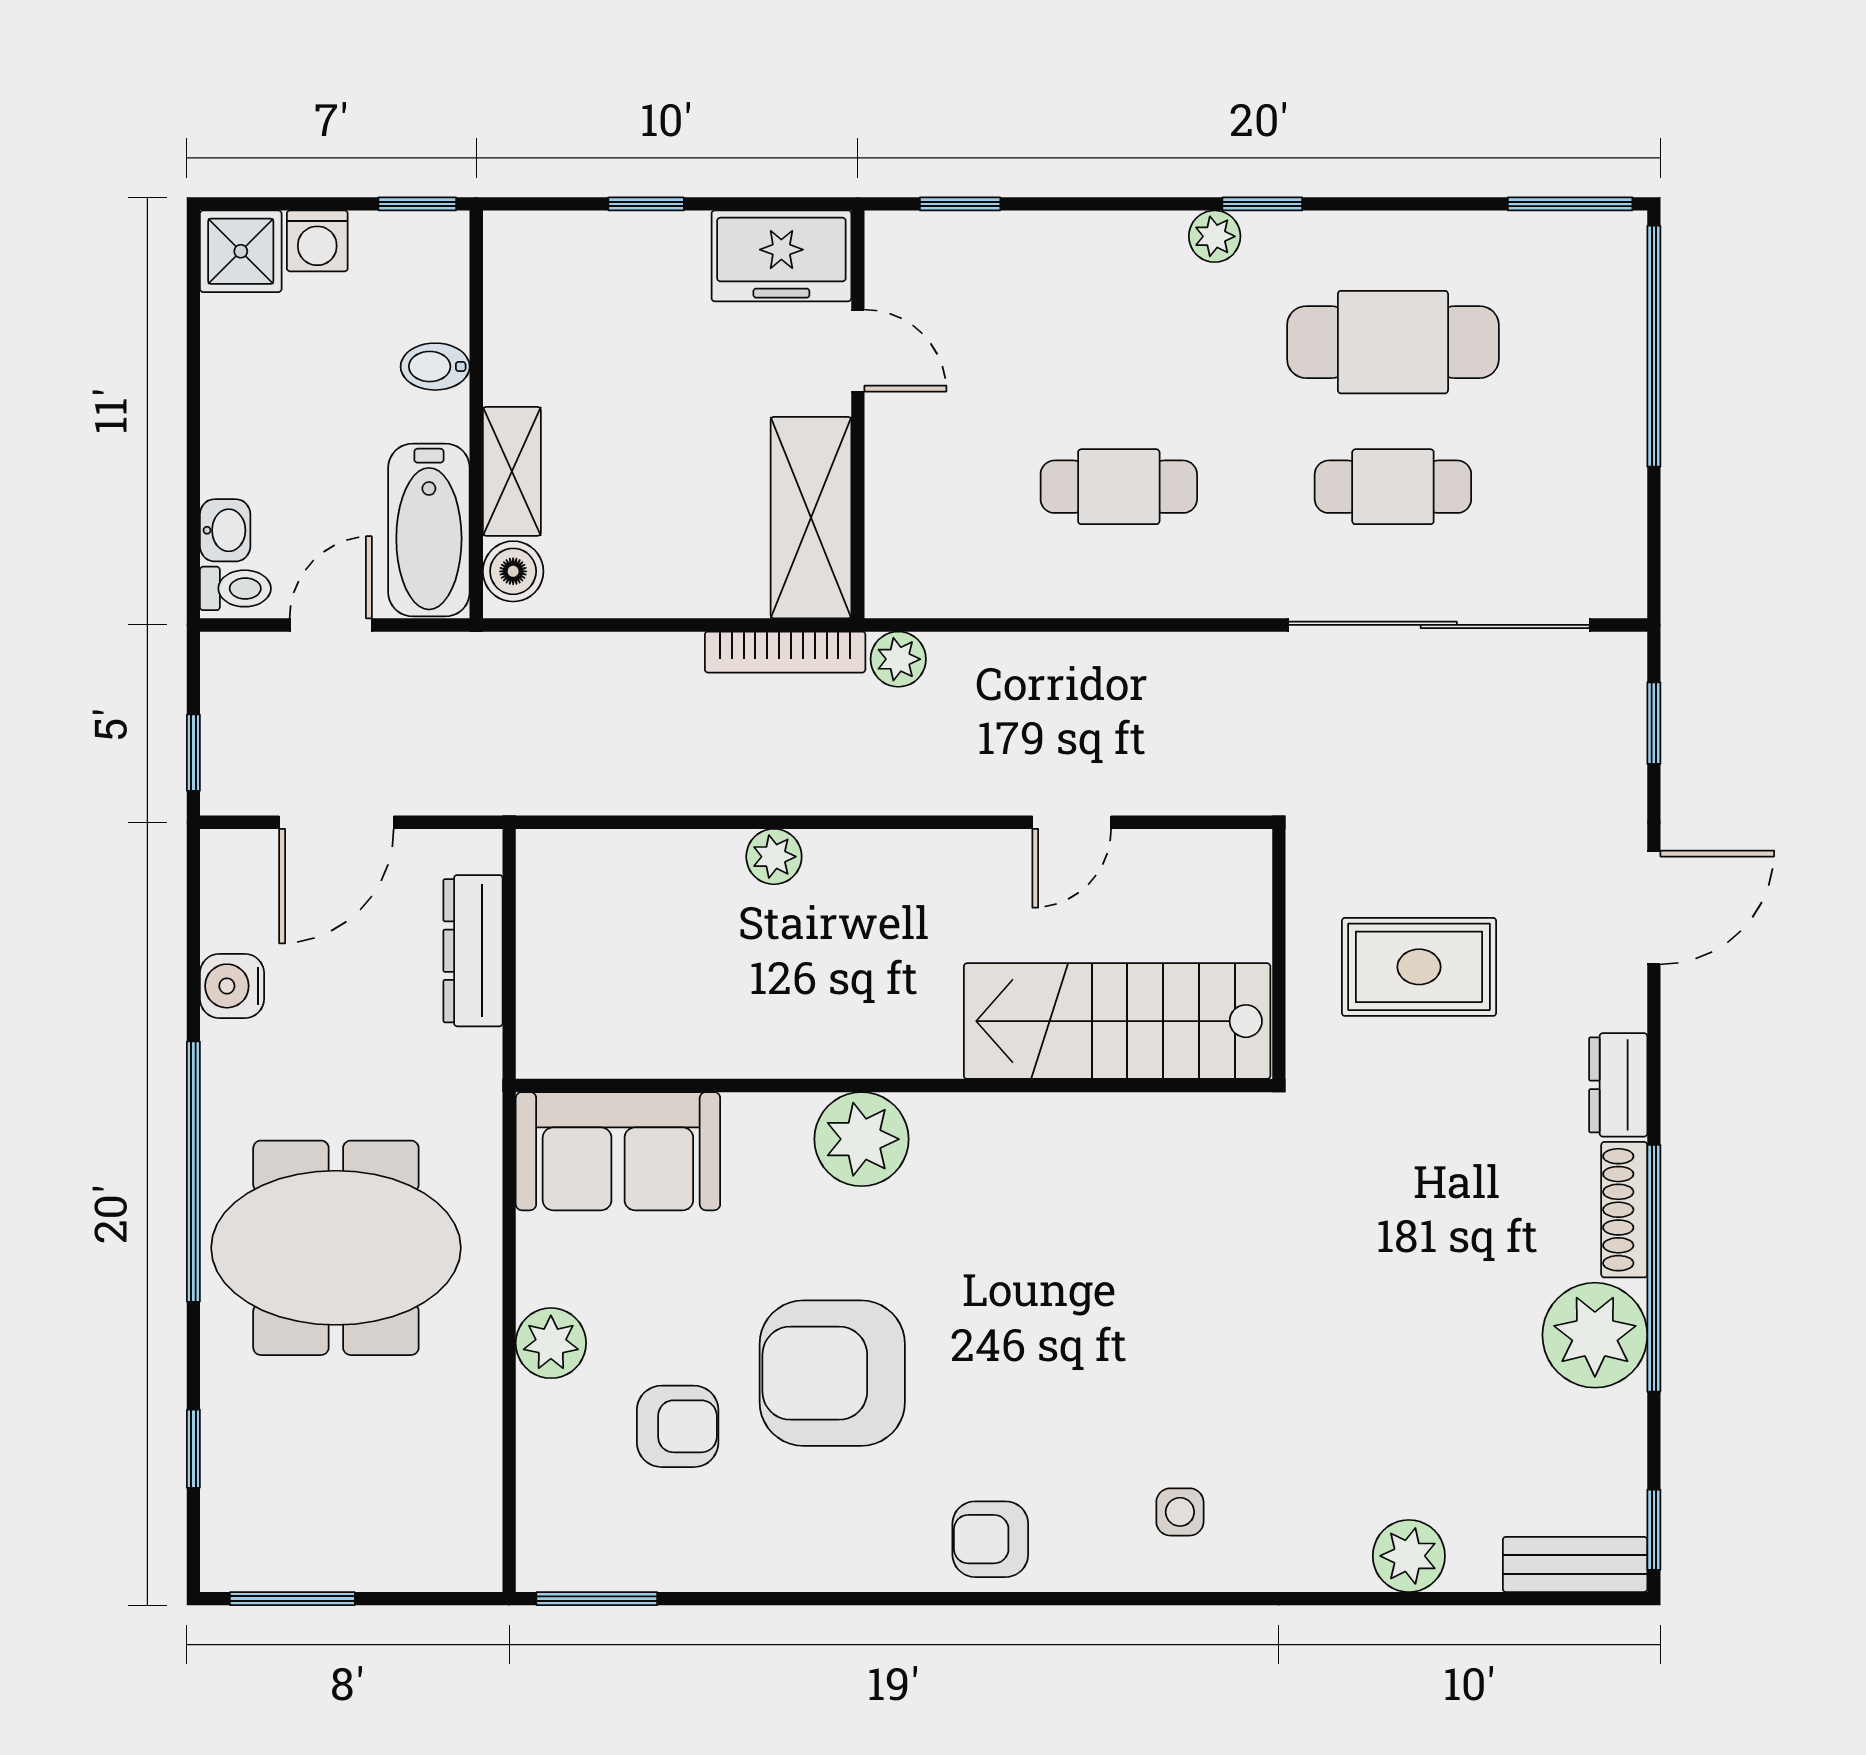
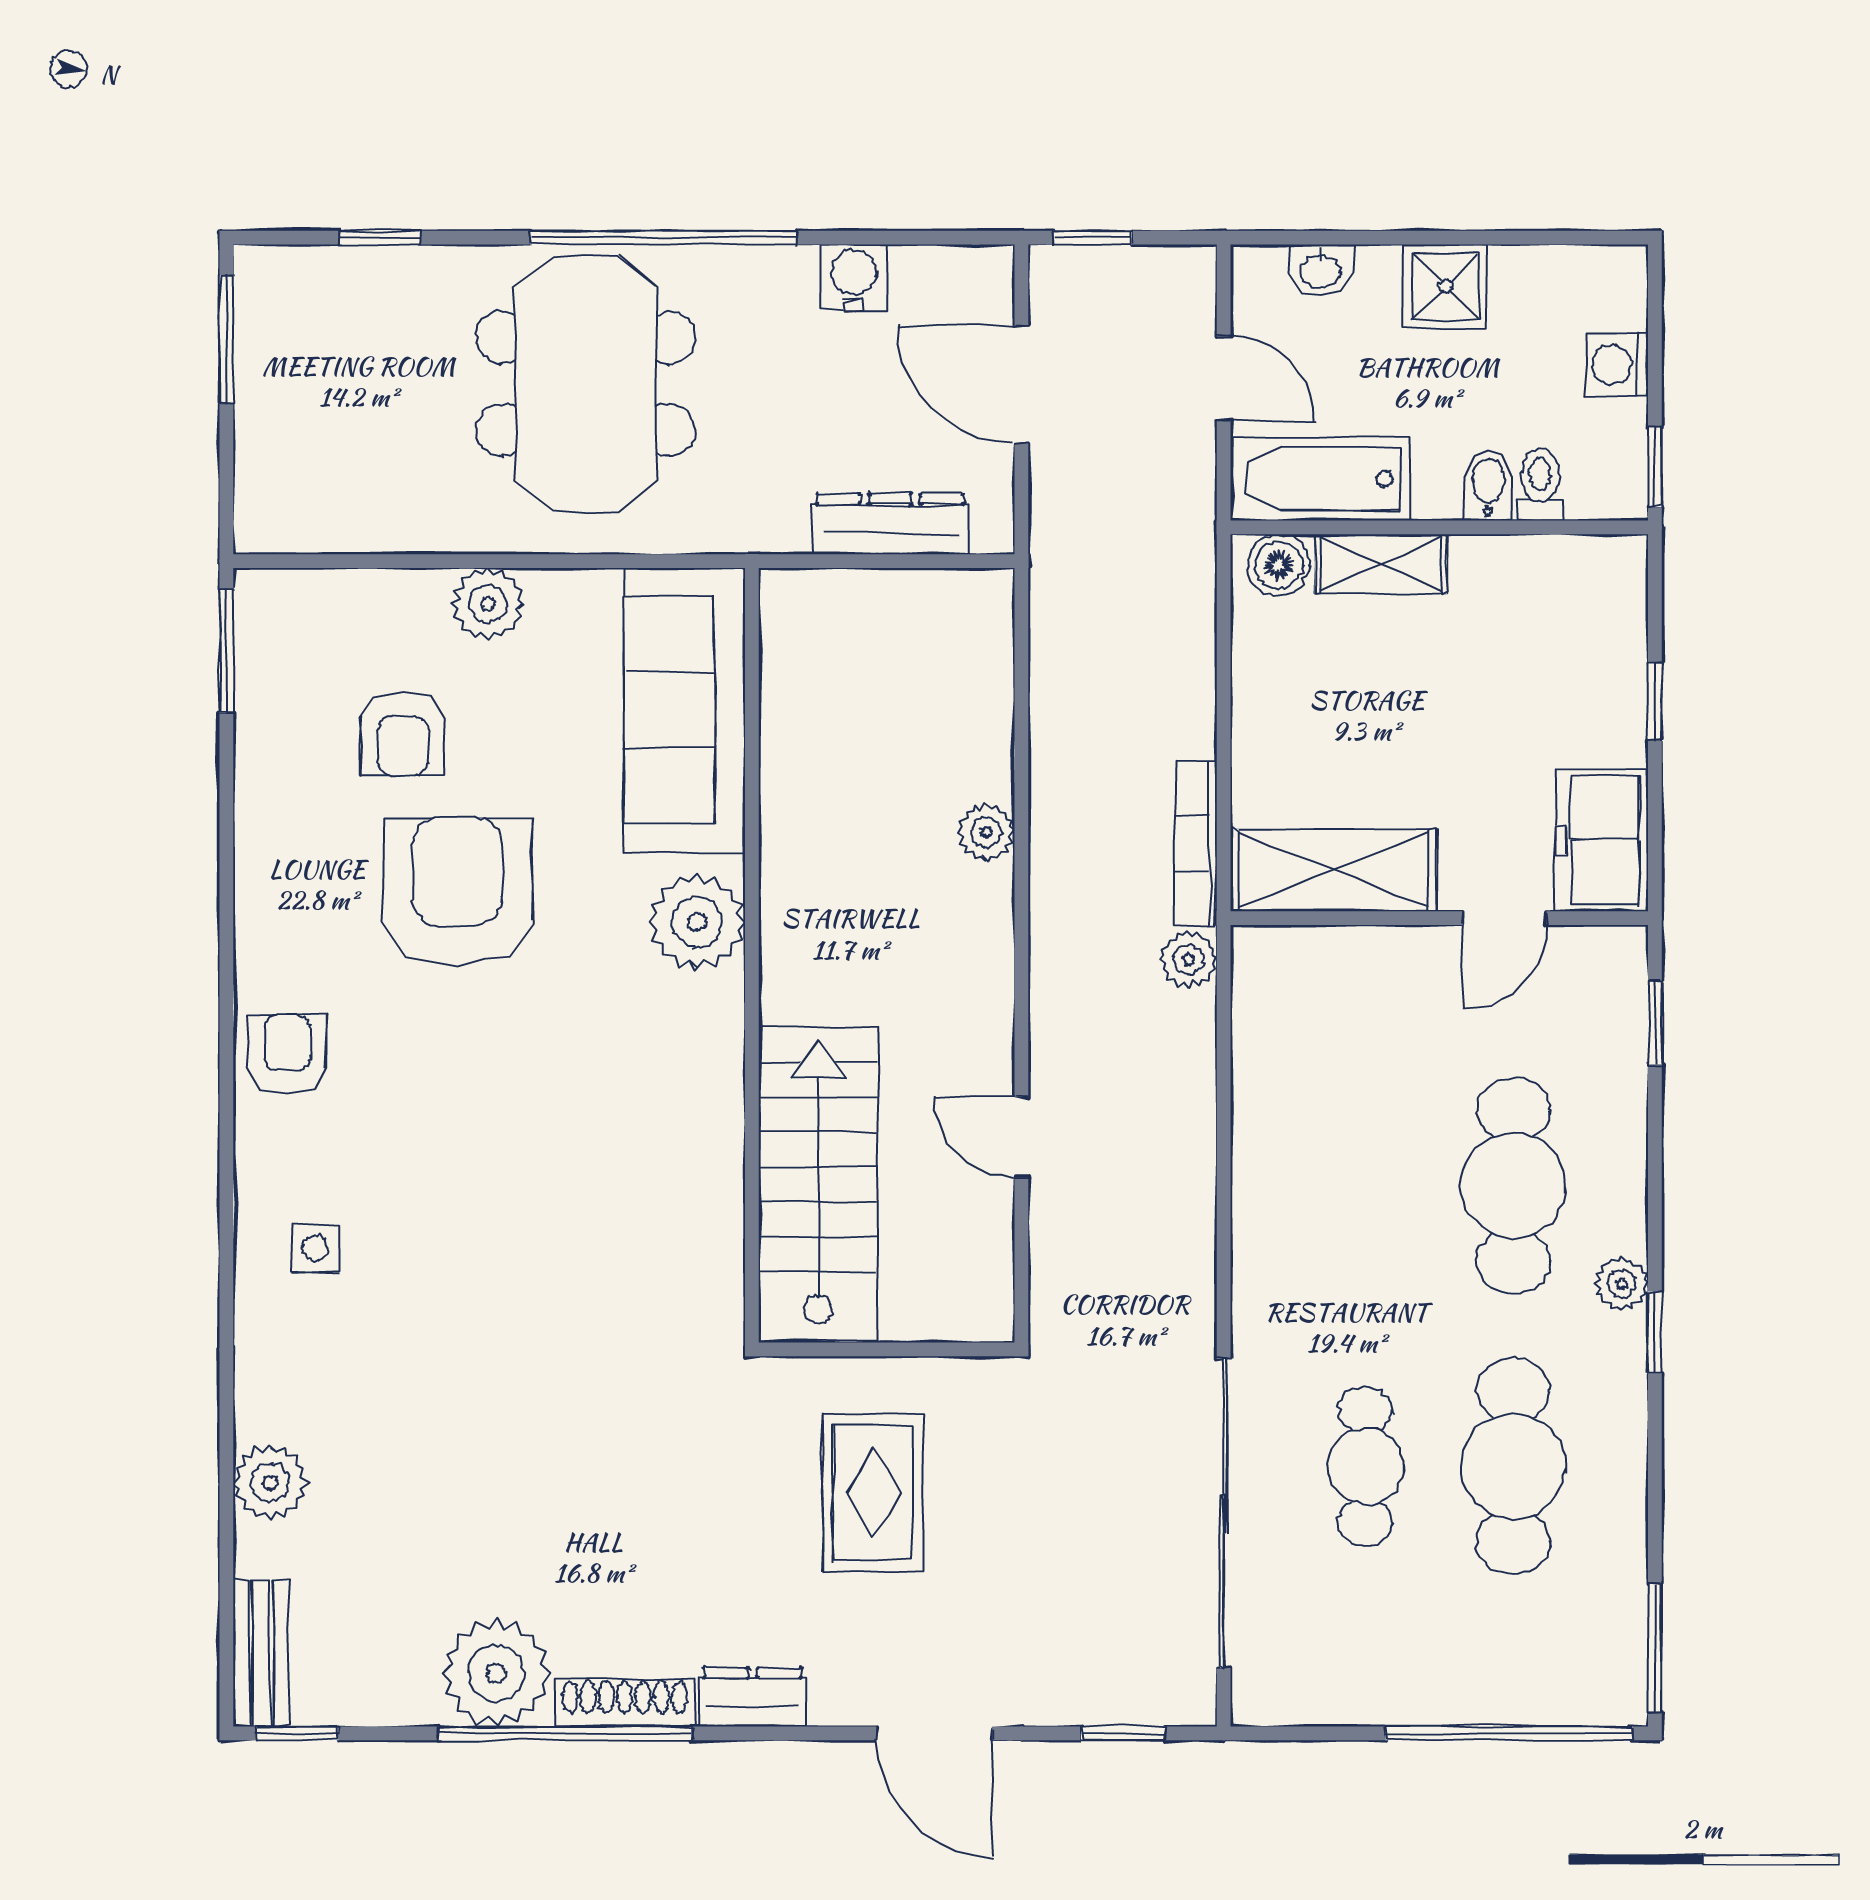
shower: (241, 251) -> (1445, 286), moved
cafe table: (1119, 487) -> (1513, 1185), moved, width x1.37, depth x1.35
toilet: (235, 588) -> (1540, 484), moved, turned 180
sofa: (618, 1151) -> (685, 710), width x1.36

